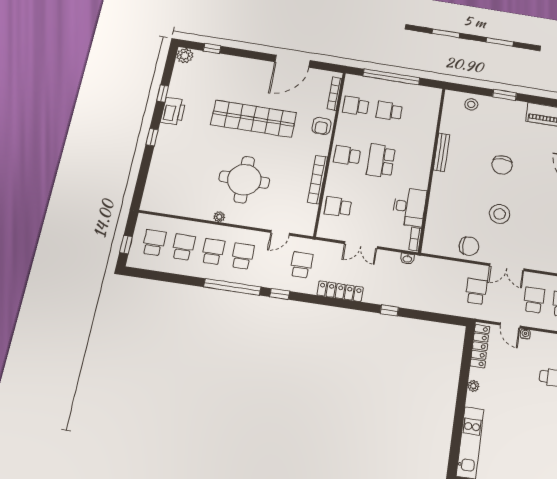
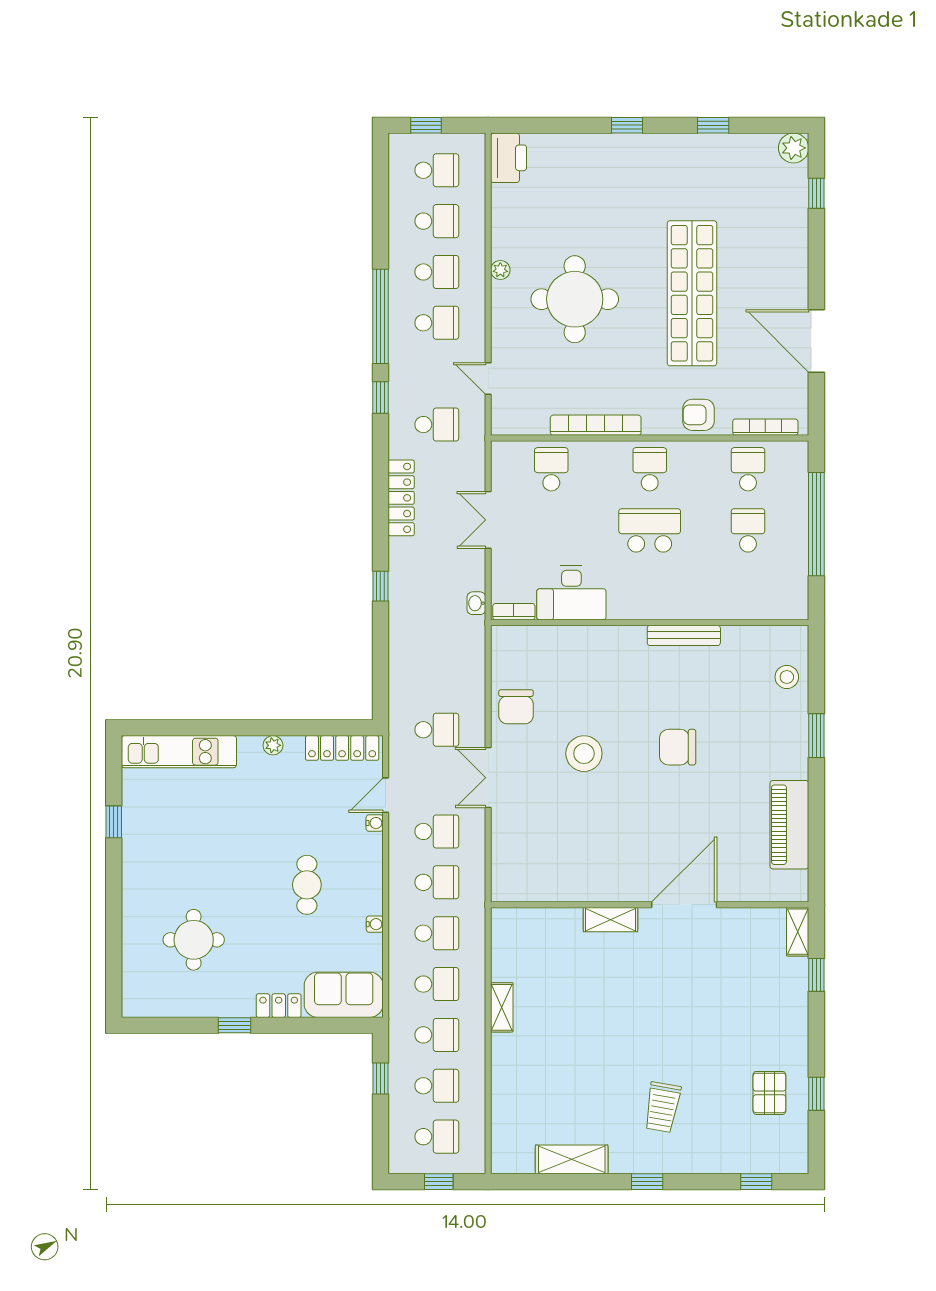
printer: (173, 111) -> (509, 158), moved, turned -90

